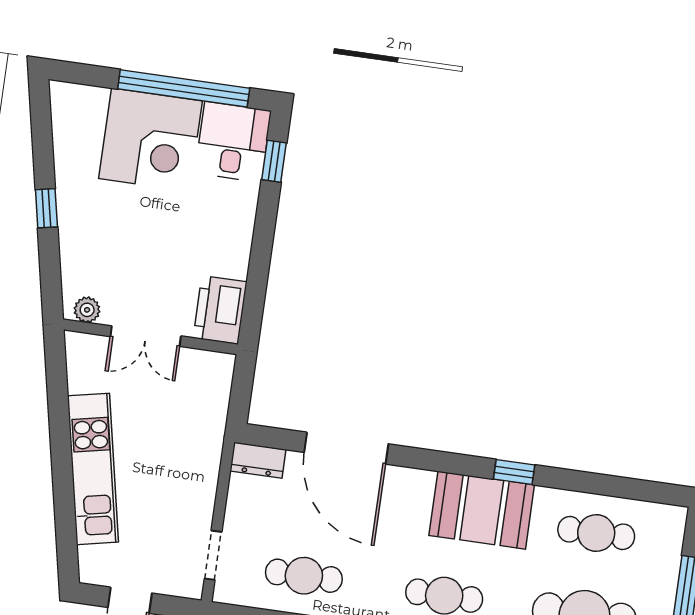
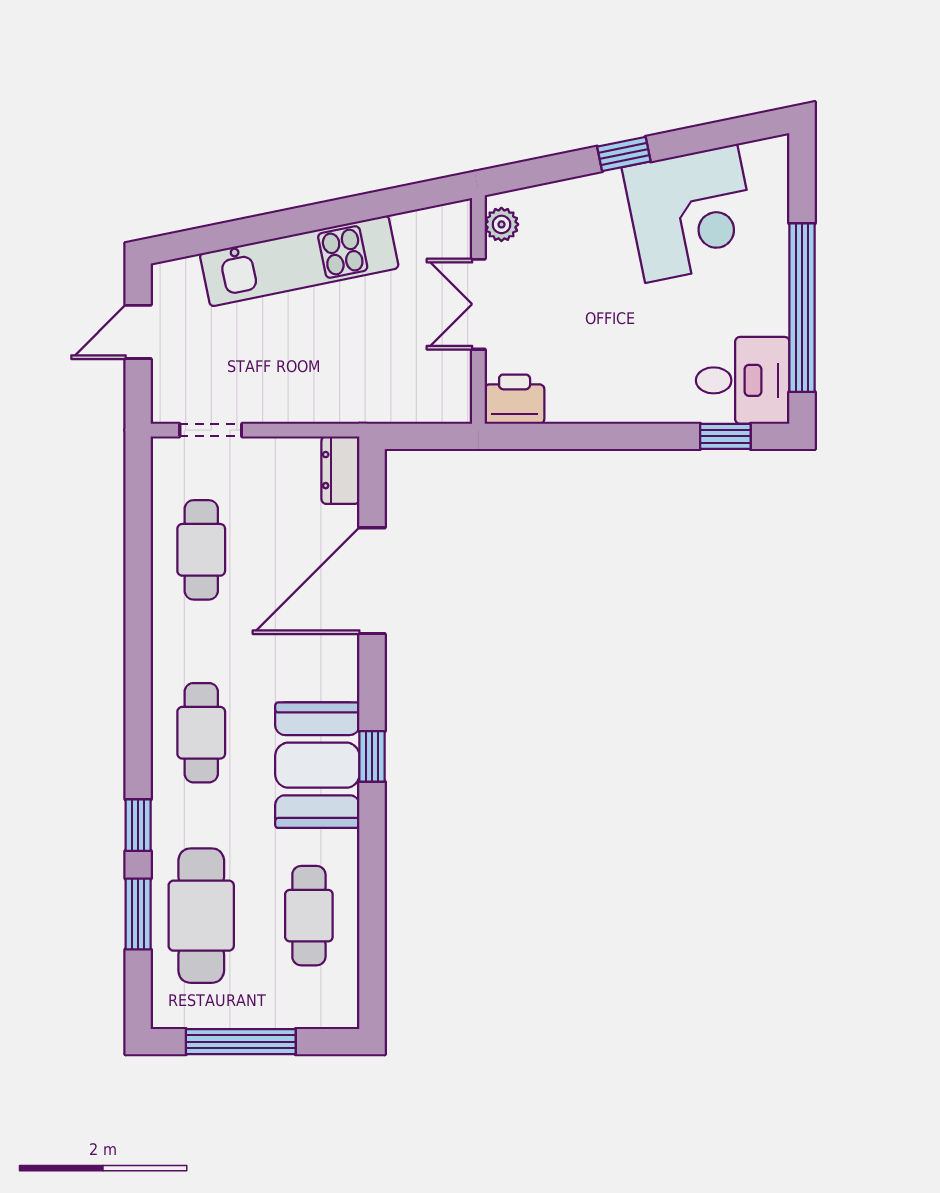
corner desk: (150, 140) -> (691, 213), moved, turned -102
printer: (220, 310) -> (515, 399), width x0.73, depth x0.84
window: (514, 472) -> (372, 756), moved

